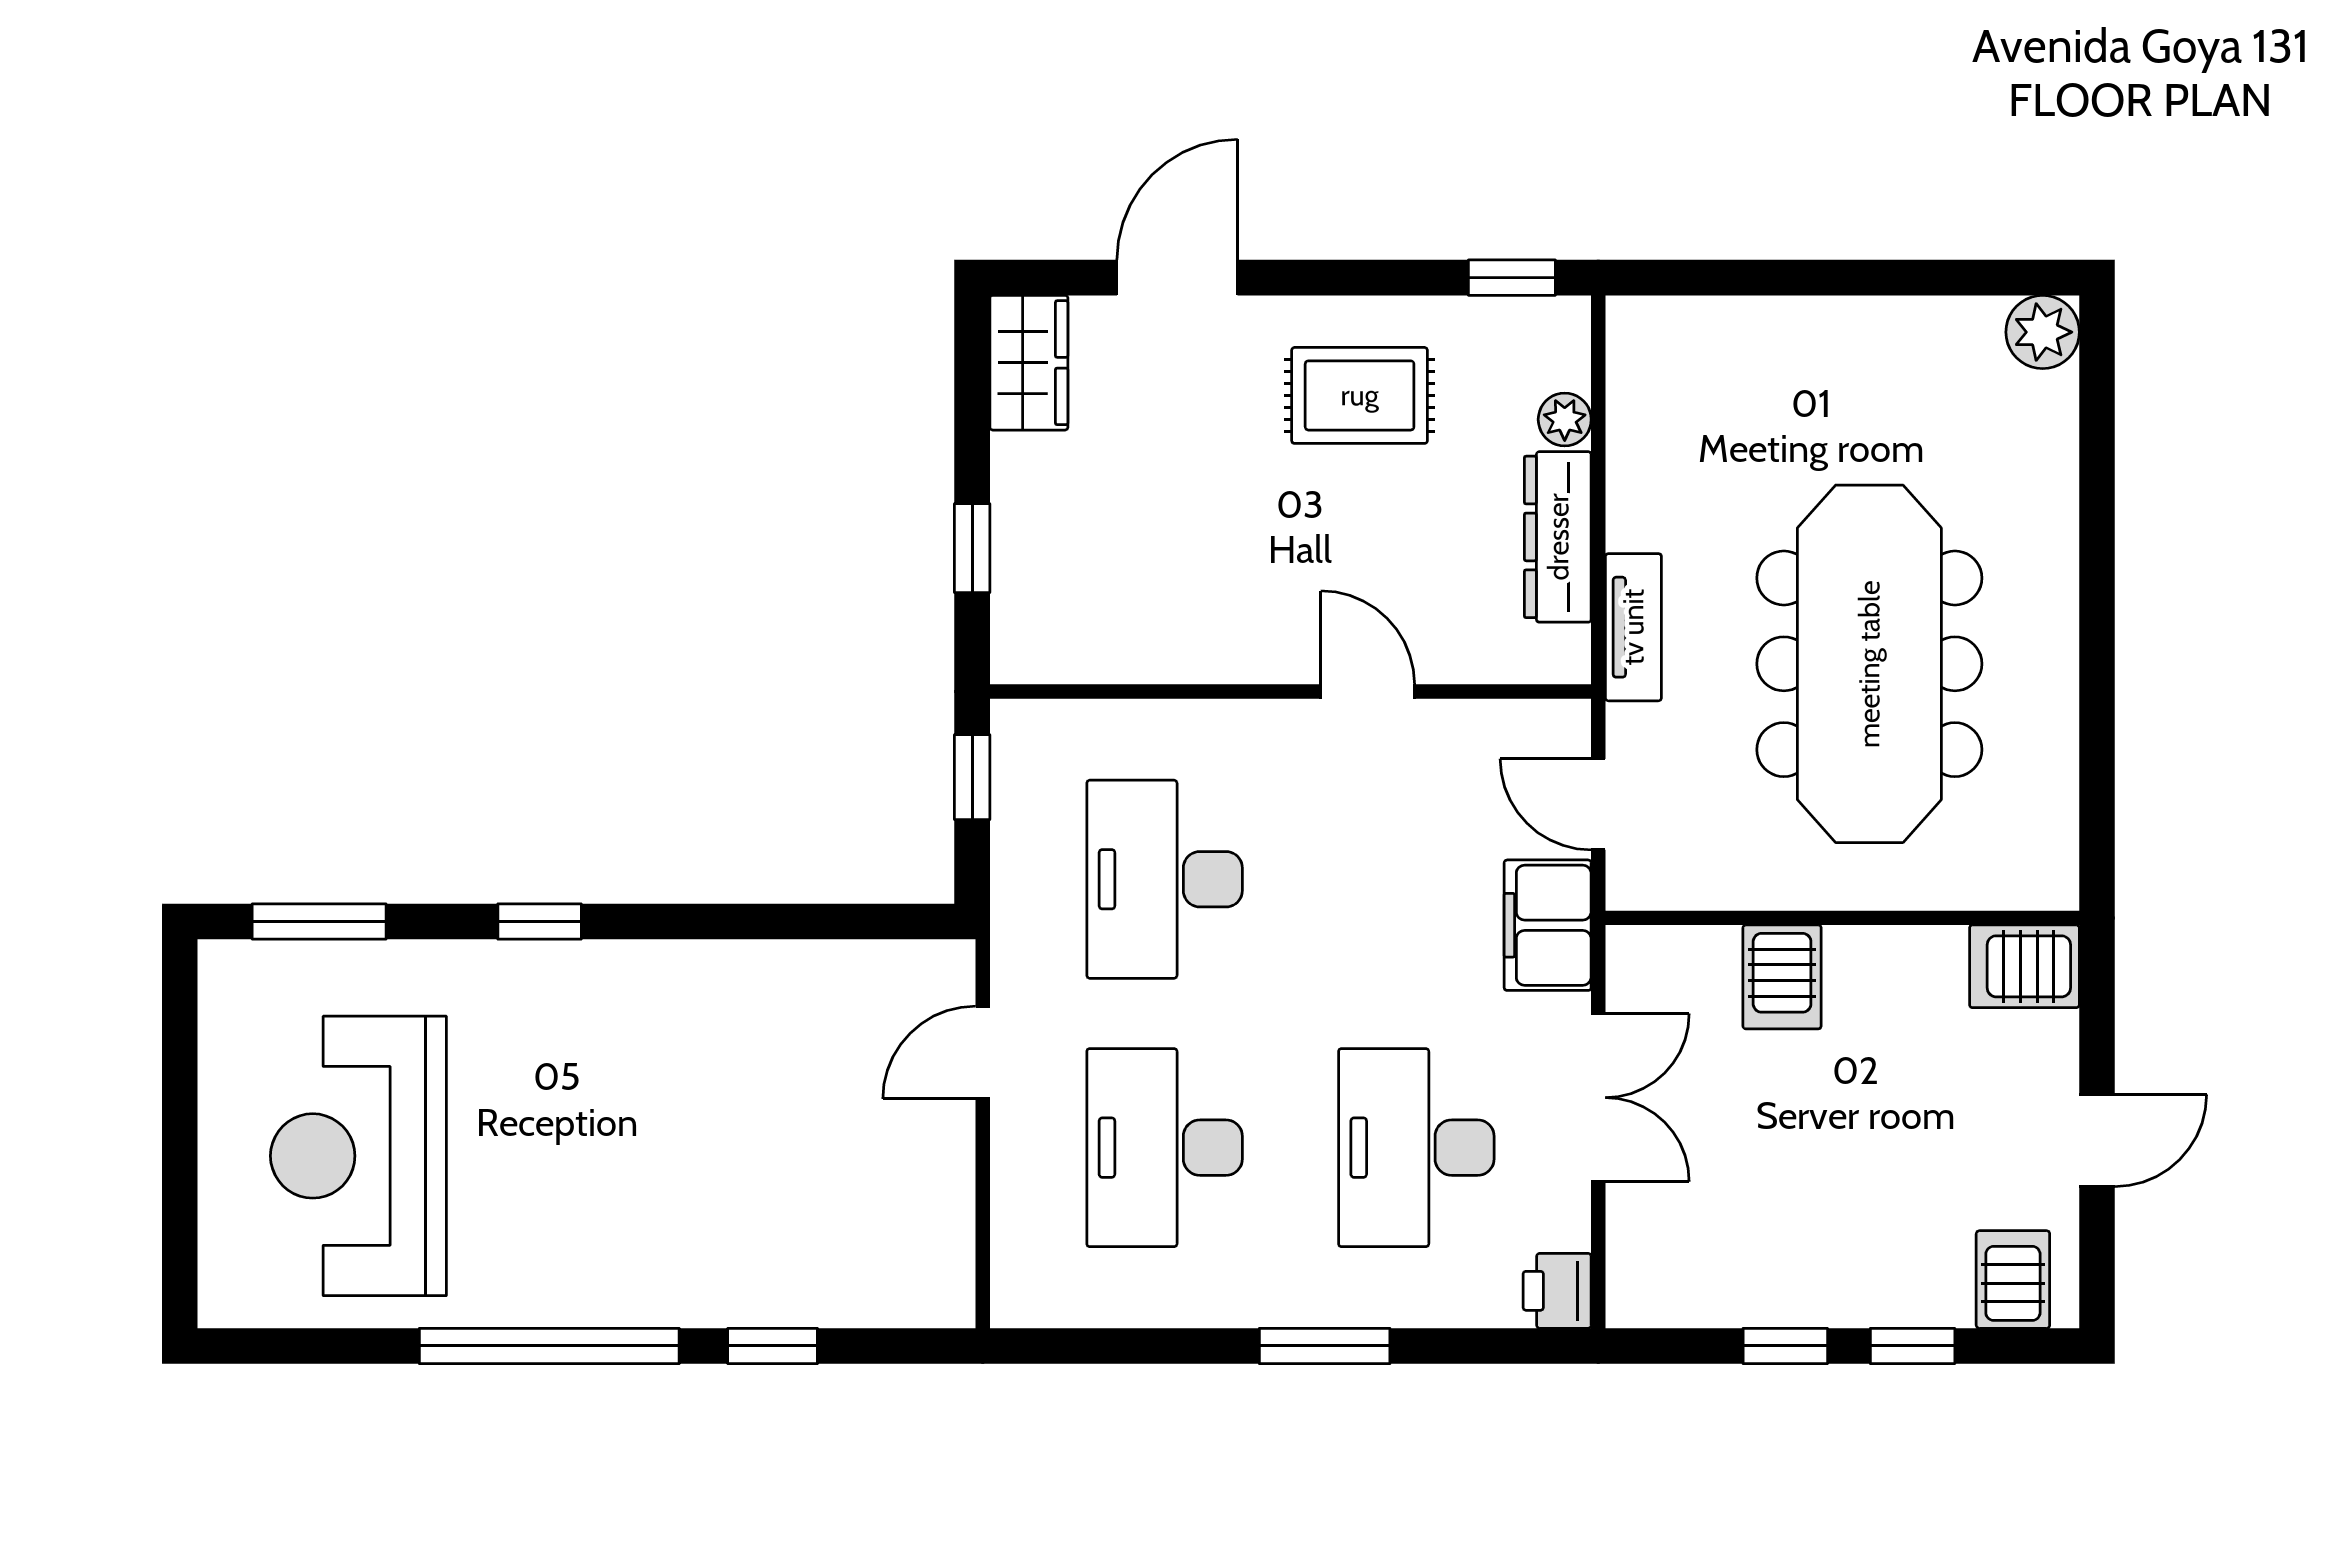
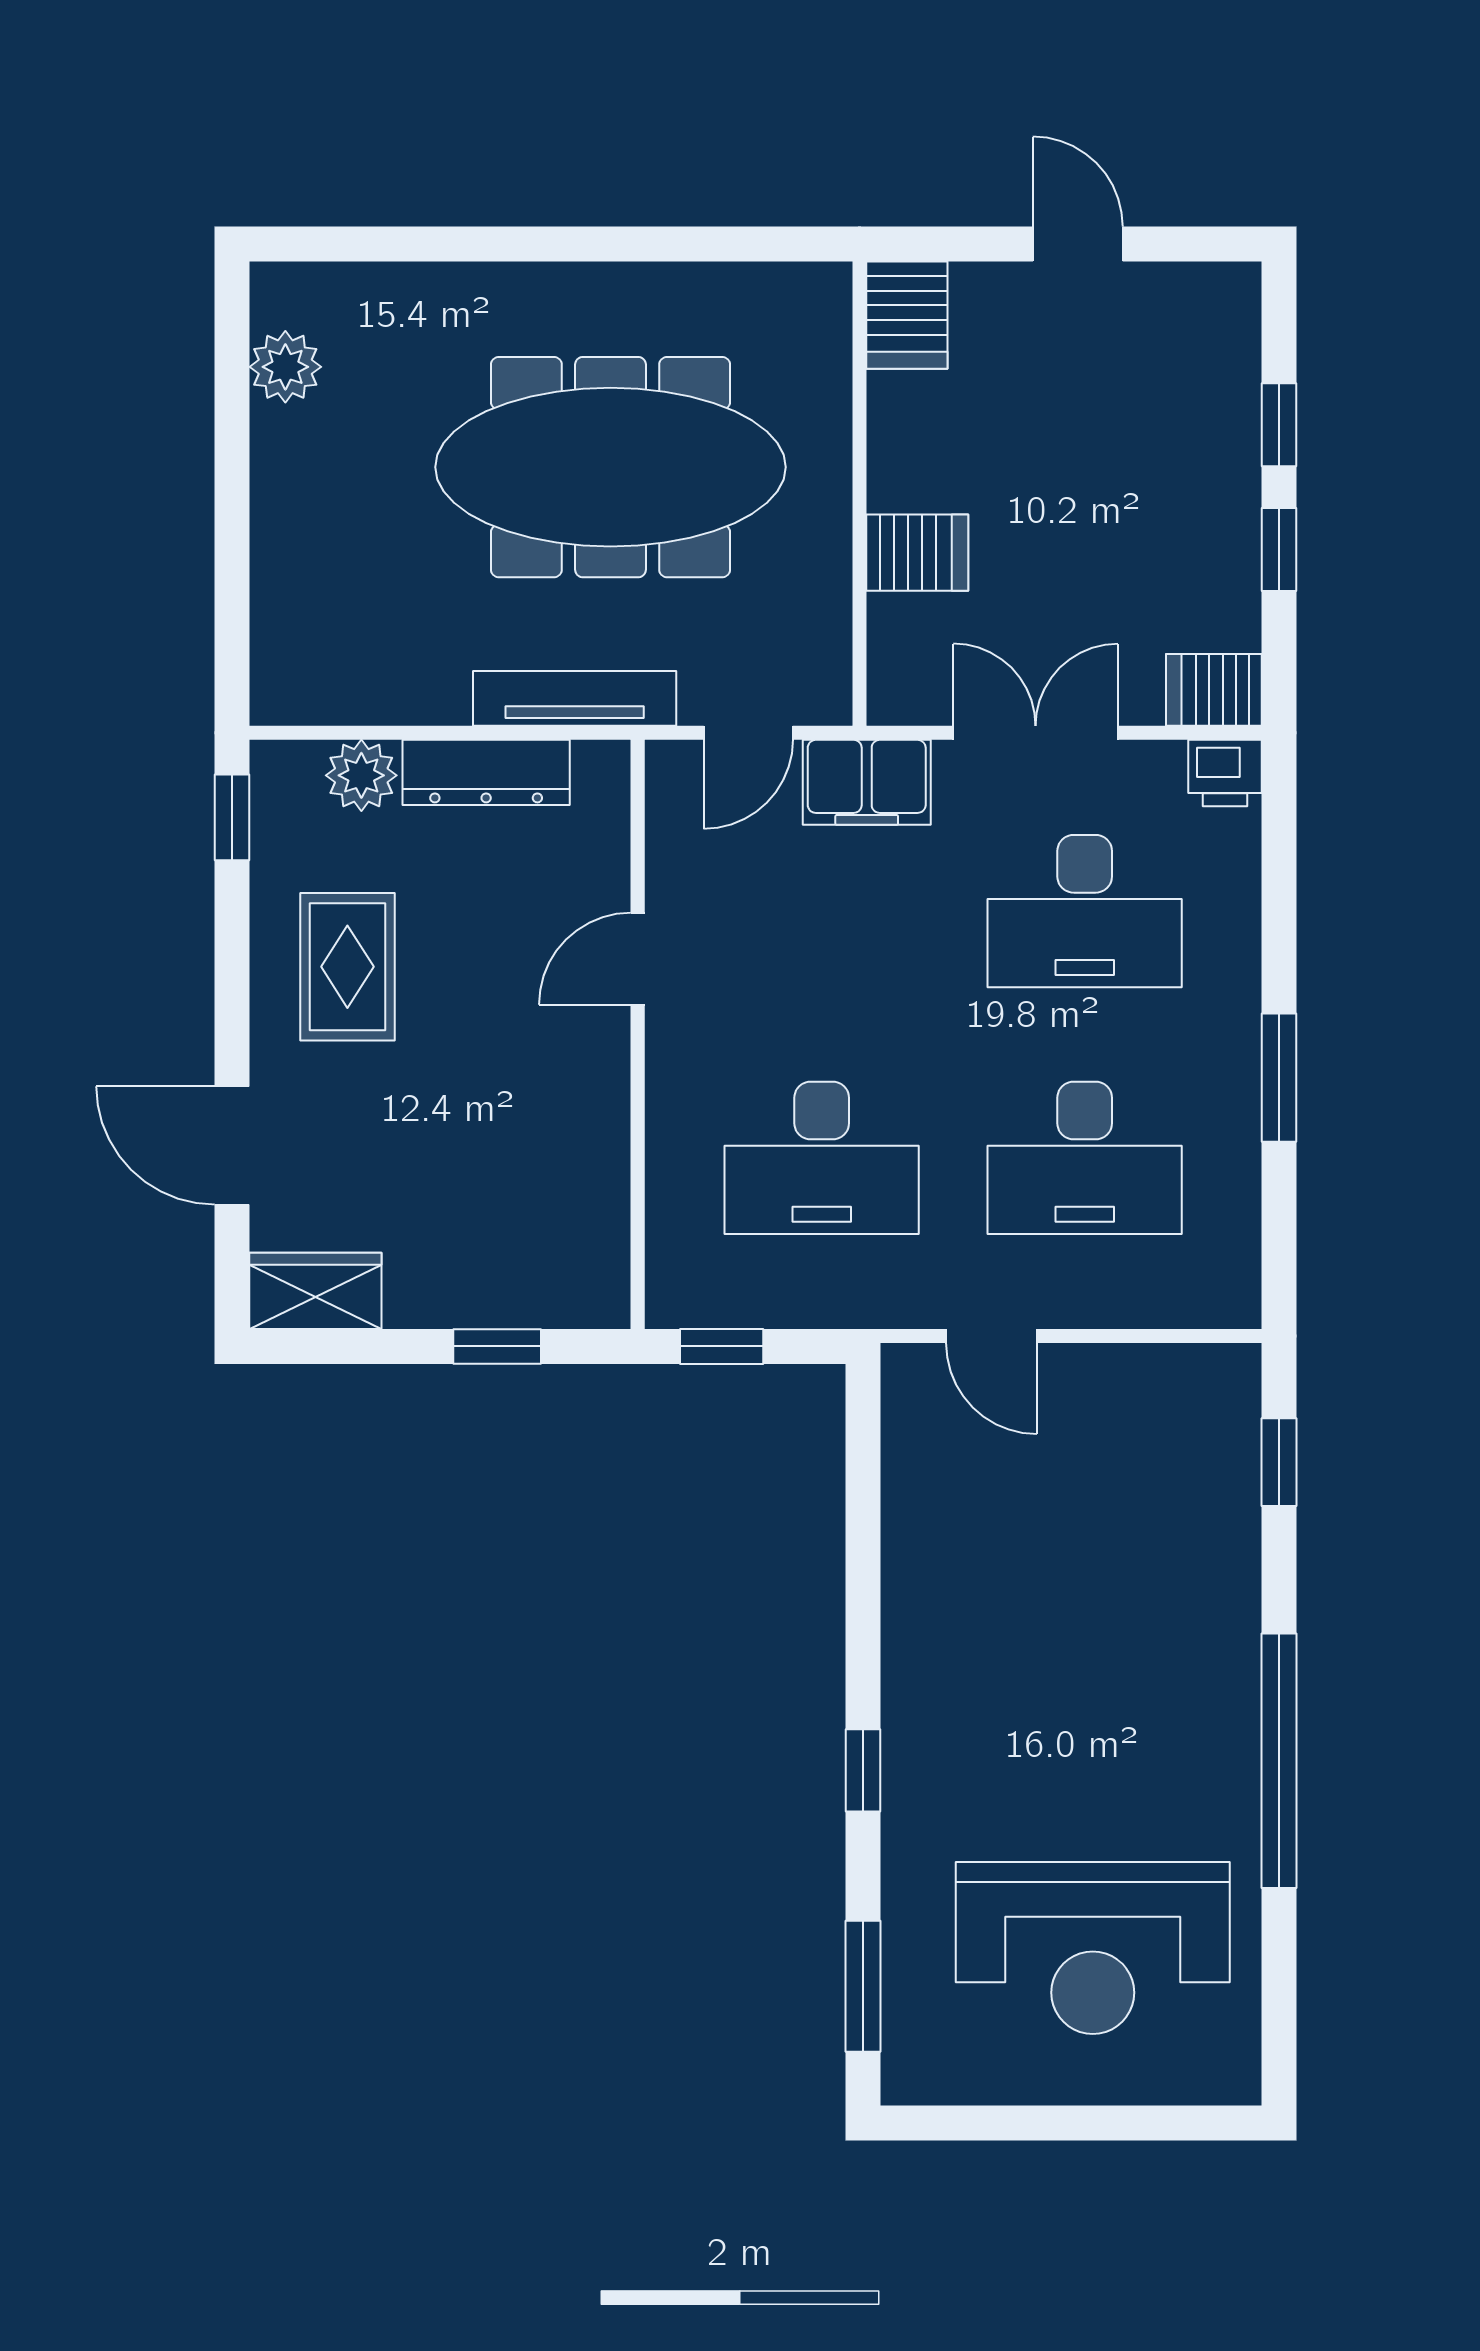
plant: (2043, 332) -> (285, 367), moved
plant: (1565, 419) -> (361, 775), width x1.38, depth x1.38
tv unit: (1633, 627) -> (575, 698), width x1.41
server rack: (2013, 1280) -> (1214, 690), moved
window: (773, 1346) -> (1279, 1462), moved
window: (1325, 1346) -> (1279, 1078), moved

